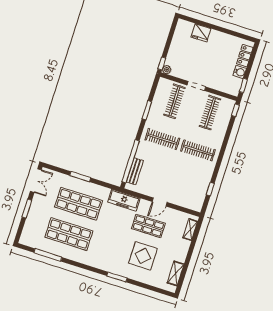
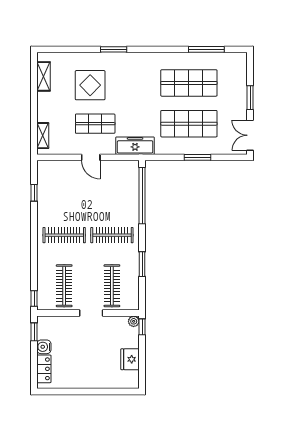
fridge: (201, 33) -> (130, 359), moved, turned -90
bench: (135, 171) -> (133, 185), removed
door: (160, 202) -> (91, 157), swing flipped

